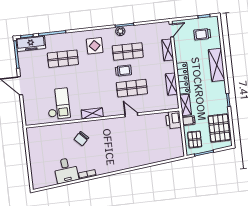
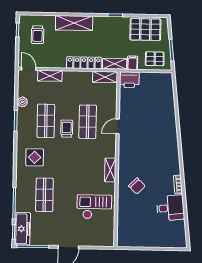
plant: (120, 31) -> (22, 102), moved
shelving: (171, 84) -> (105, 77), moved

